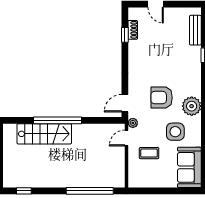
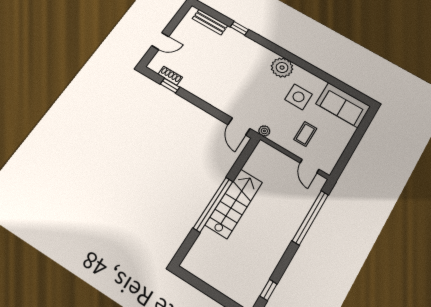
armchair: (162, 98) -> (256, 89), removed
stairs: (44, 134) -> (234, 203), moved
door: (126, 138) -> (309, 166), moved

